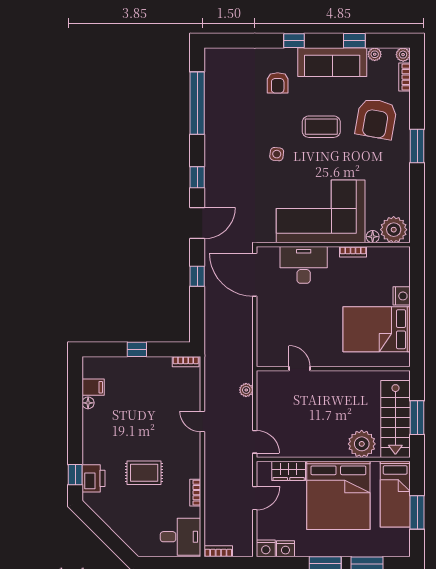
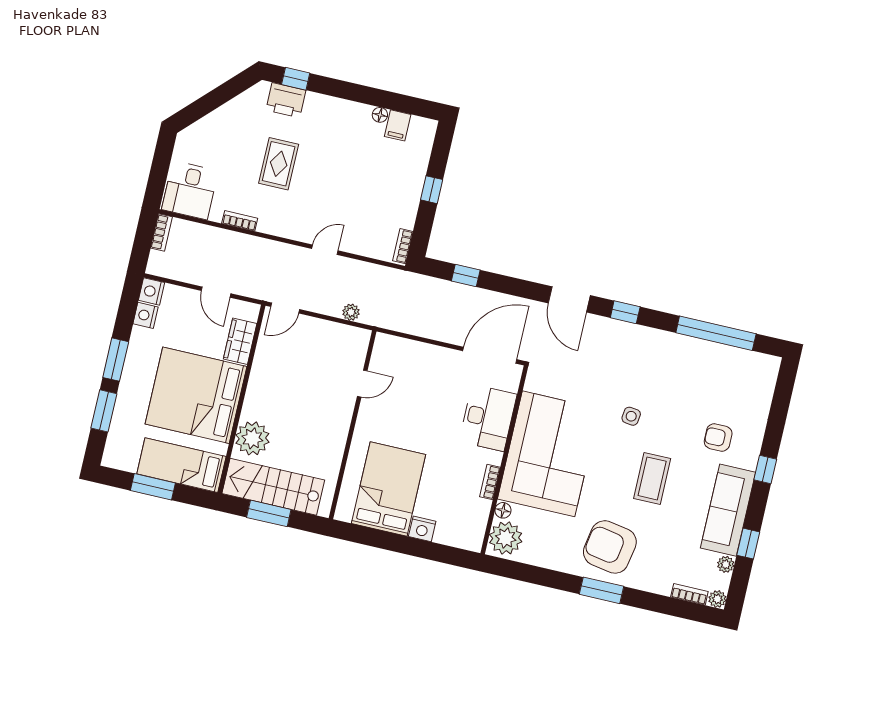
armchair: (376, 119) -> (610, 547), moved
window: (197, 276) -> (466, 275), moved

